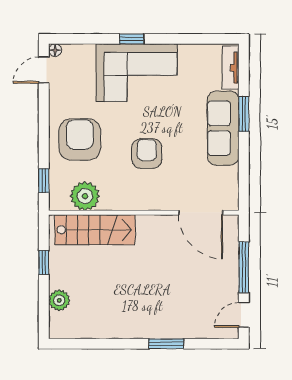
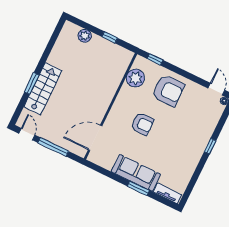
corner sofa: (137, 73) -> (190, 140), removed
stairs: (95, 230) -> (43, 89), moved, turned 180

